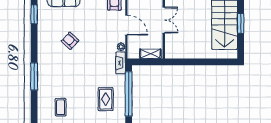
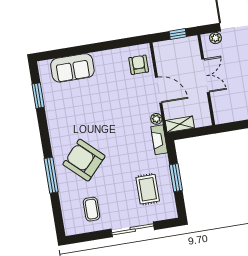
armchair: (70, 41) -> (84, 160), moved, width x1.88, depth x1.88
shelving: (150, 54) -> (180, 124), moved
window: (129, 94) -> (176, 178), width x0.47

